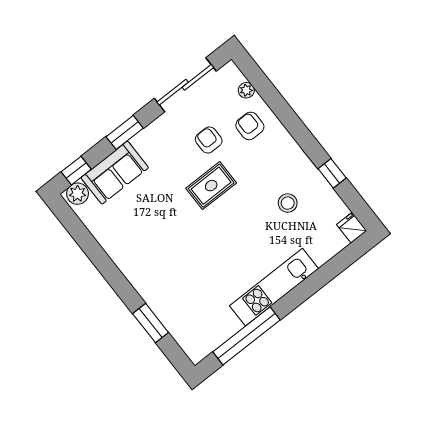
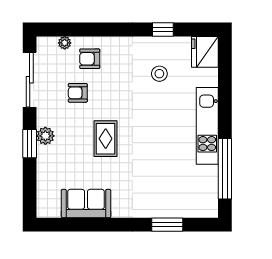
window: (76, 171) -> (30, 195), removed
sofa: (115, 173) -> (86, 204), moved, turned -90
rug: (211, 186) -> (106, 139), moved
plant: (78, 194) -> (45, 136), moved
fridge: (352, 228) -> (205, 52), width x1.88, depth x1.34

